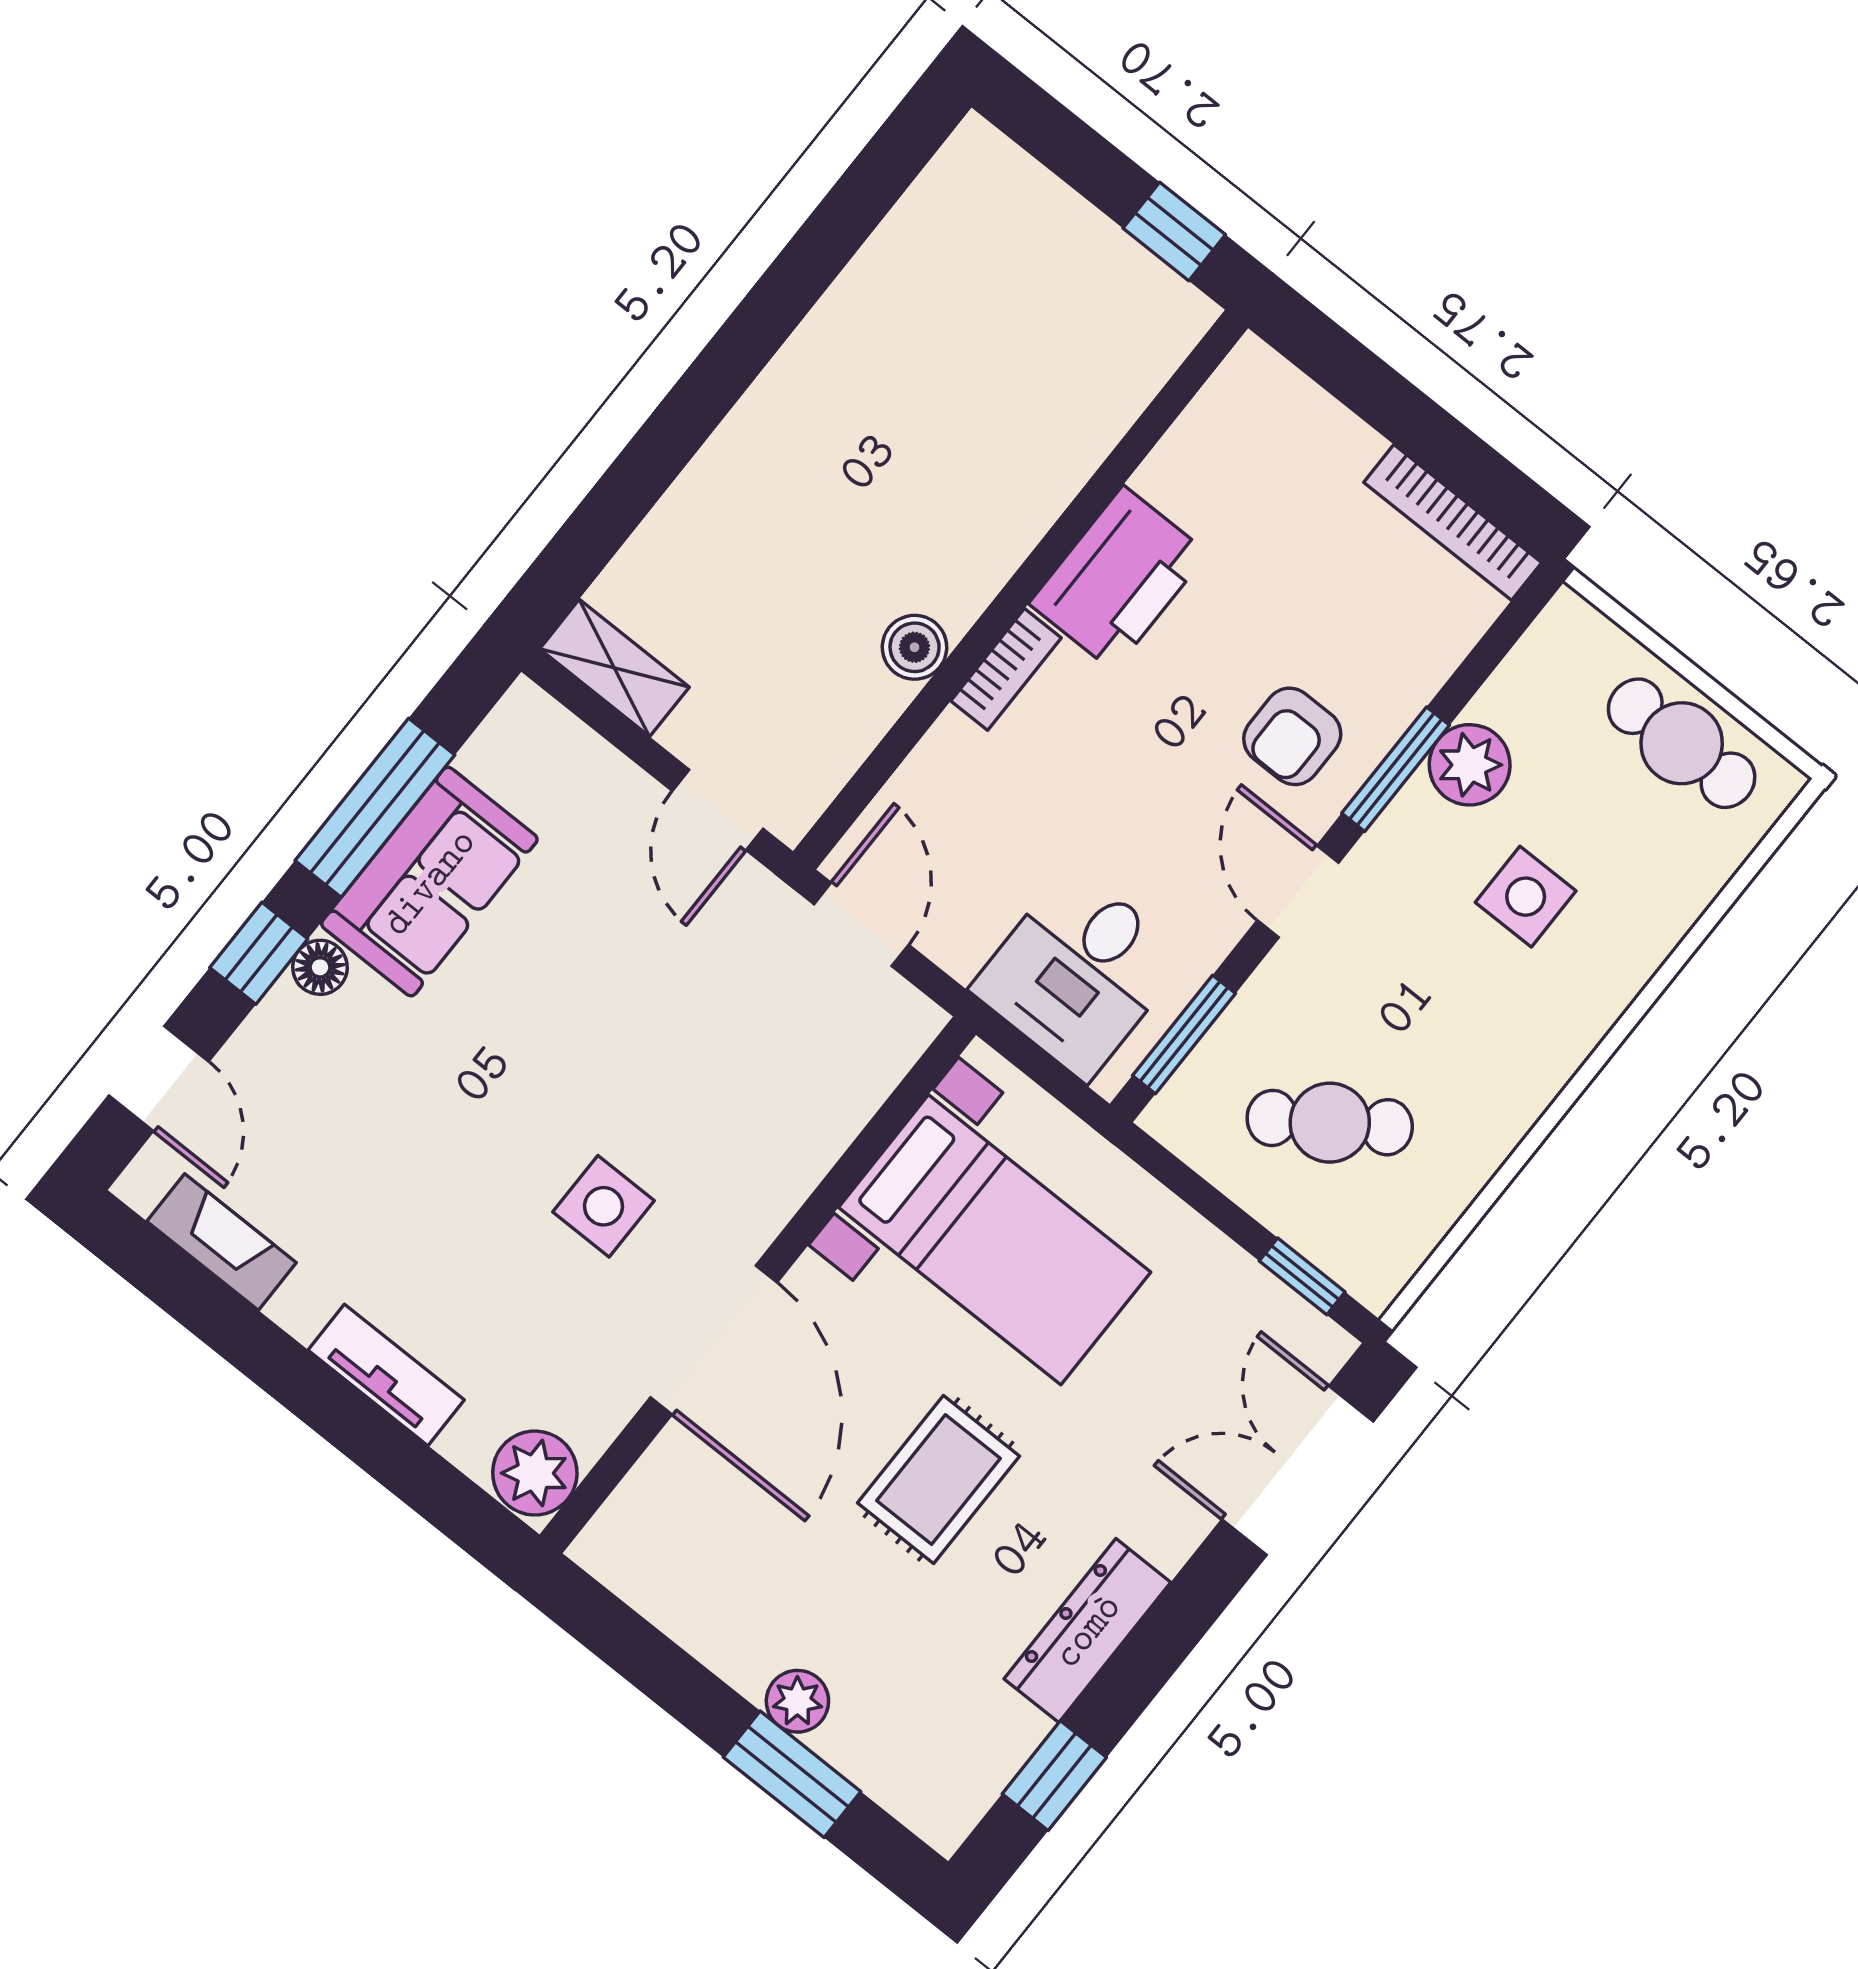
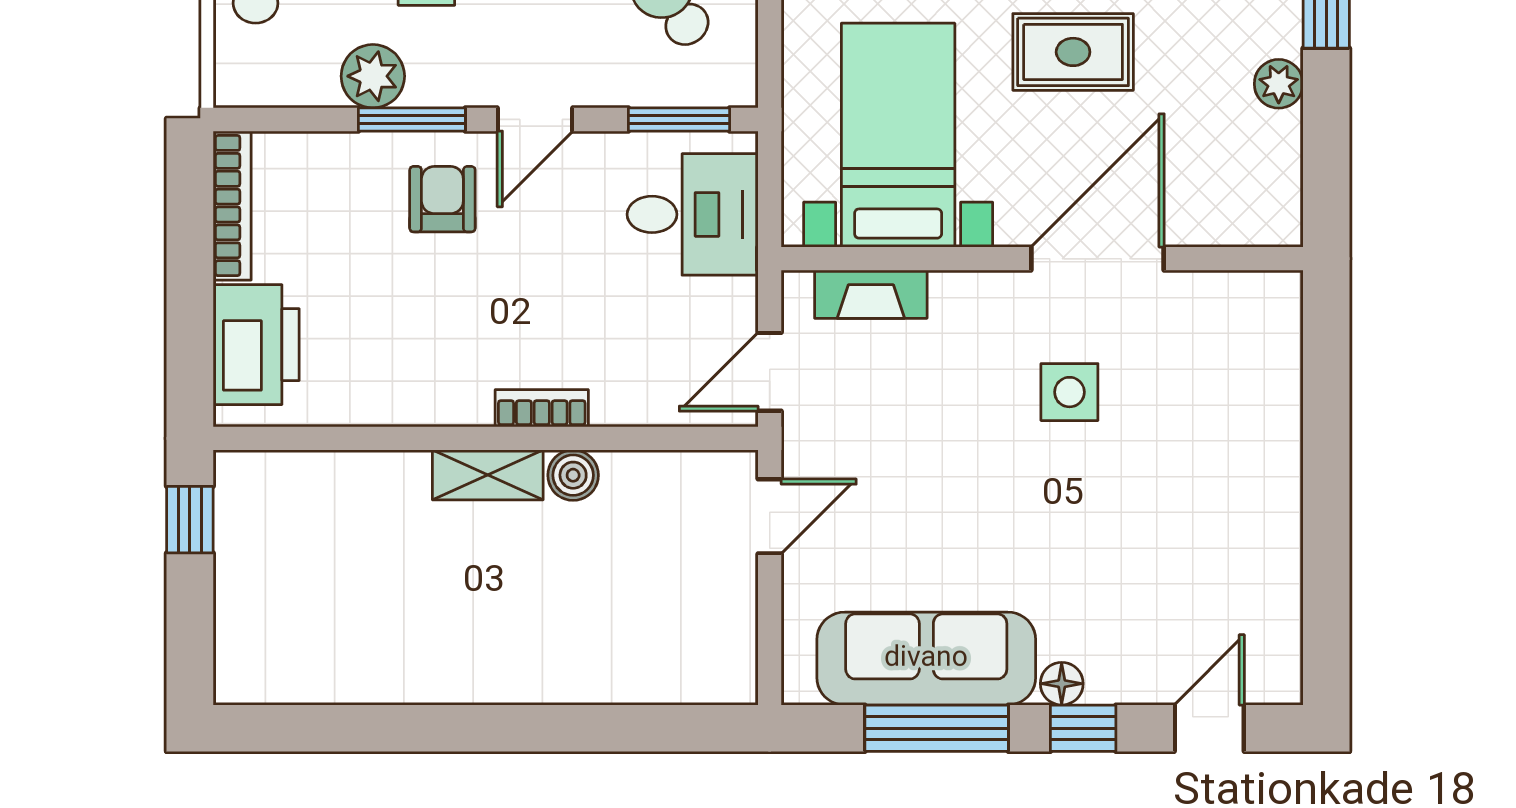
printer: (1118, 578) -> (256, 345), moved, turned 90
shelving: (614, 668) -> (488, 475), moved, turned 90
armchair: (1292, 736) -> (442, 199), turned -90
sofa: (429, 882) -> (926, 659), width x1.36
fireplace: (221, 1242) -> (871, 294), moved, turned -90
tv unit: (386, 1375) -> (1280, 443), removed
plant: (535, 1473) -> (1267, 303), removed
plant: (797, 1701) -> (1279, 84), moved

